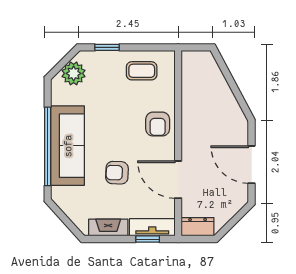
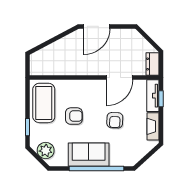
coffee table: (142, 71) -> (44, 103), width x1.86, depth x1.72
armchair: (158, 124) -> (74, 116), moved
sofa: (68, 146) -> (89, 155), width x0.73
door: (252, 165) -> (97, 26), moved

